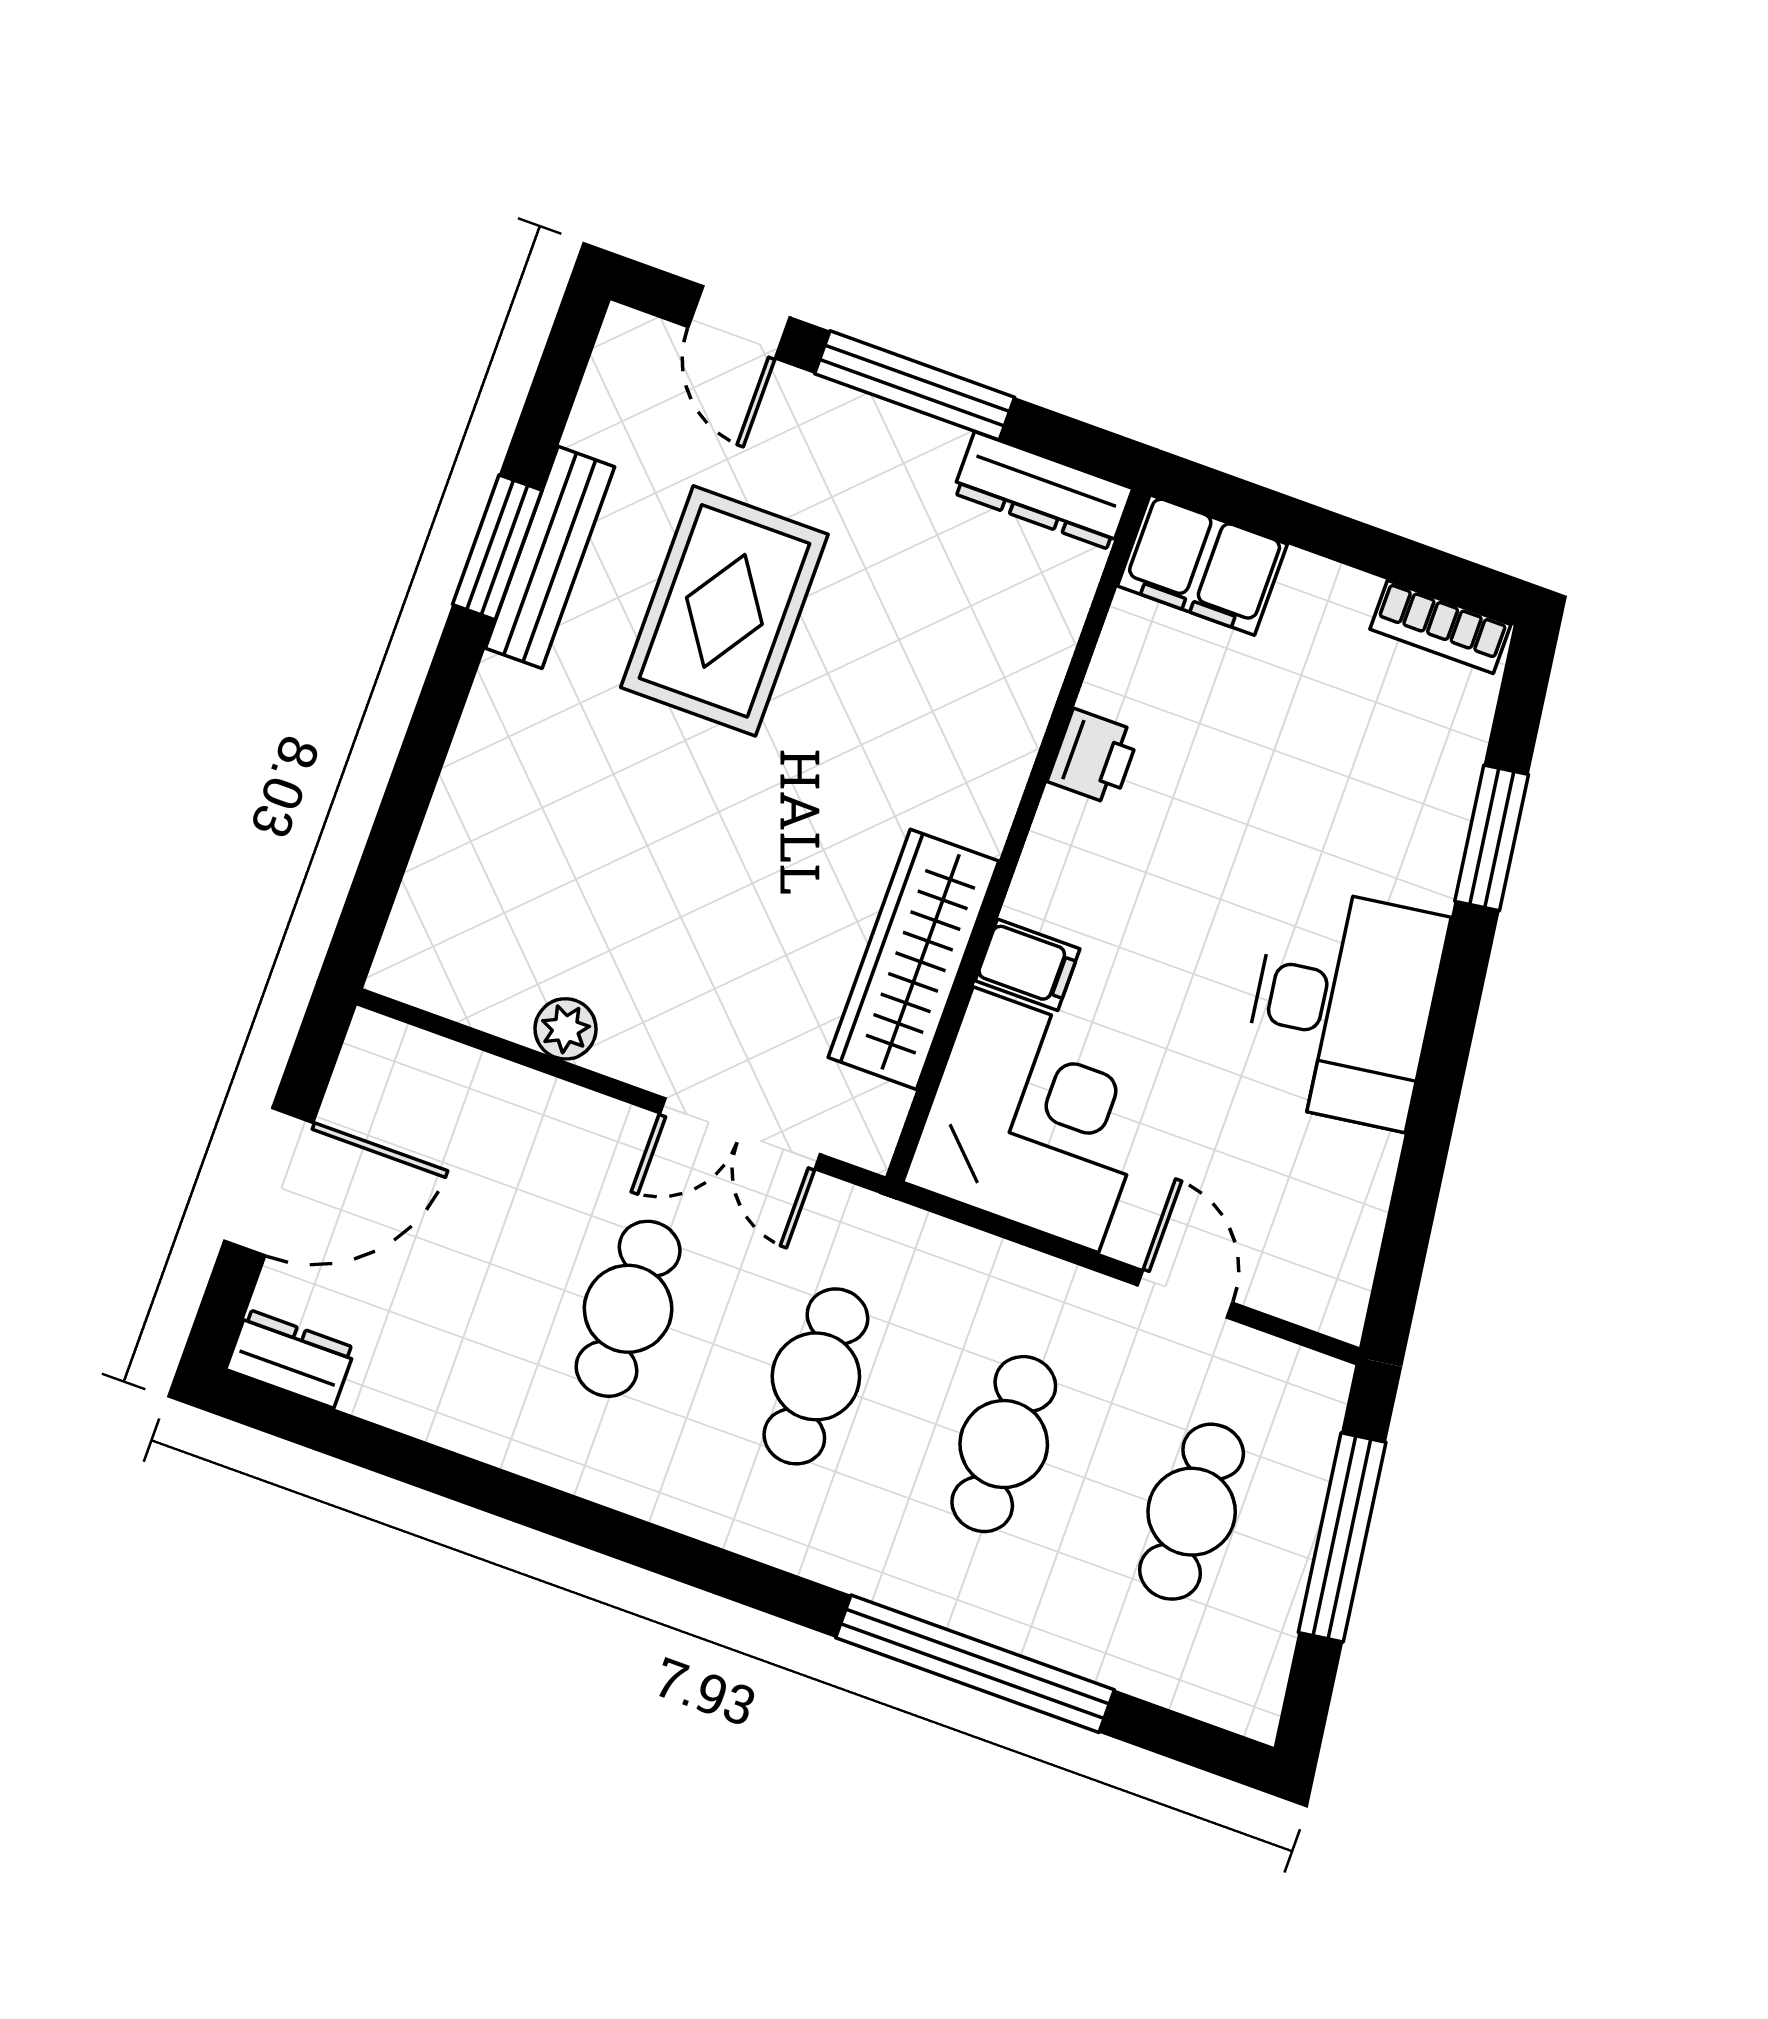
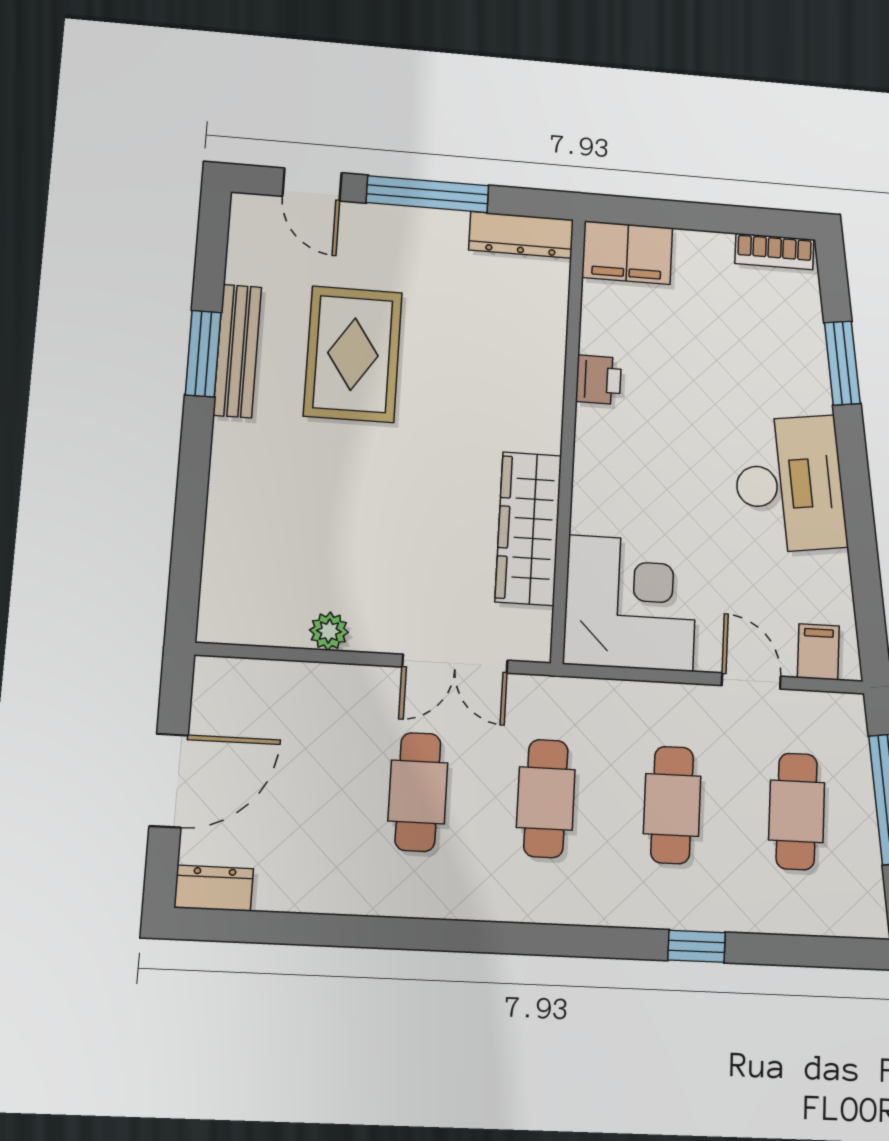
filing cabinet: (1028, 965) -> (818, 652), moved, turned -90
window: (975, 1664) -> (697, 946), width x0.32

